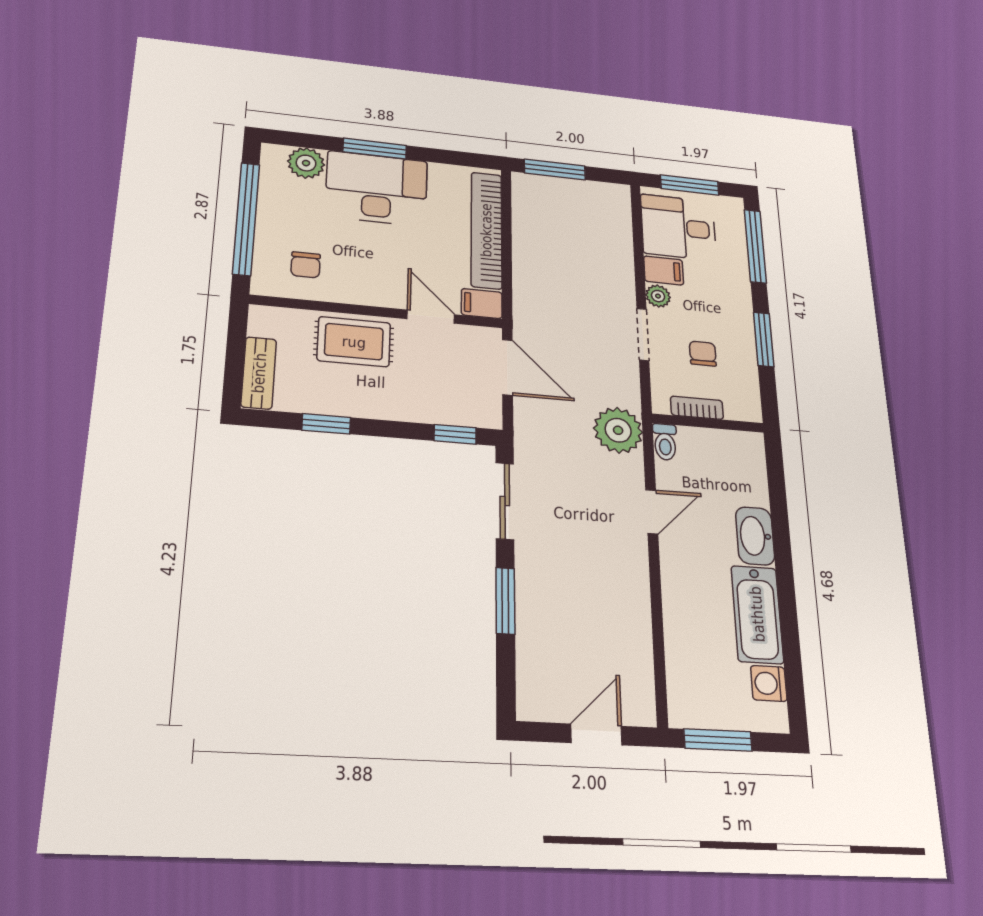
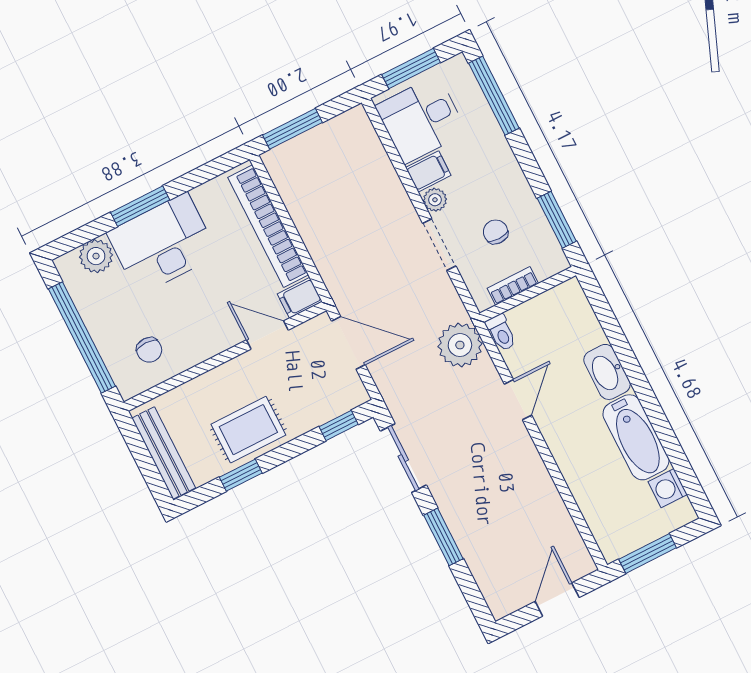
window: (764, 339) -> (557, 220), moved
rug: (354, 342) -> (248, 430), moved
bench: (259, 373) -> (164, 453), width x1.36

